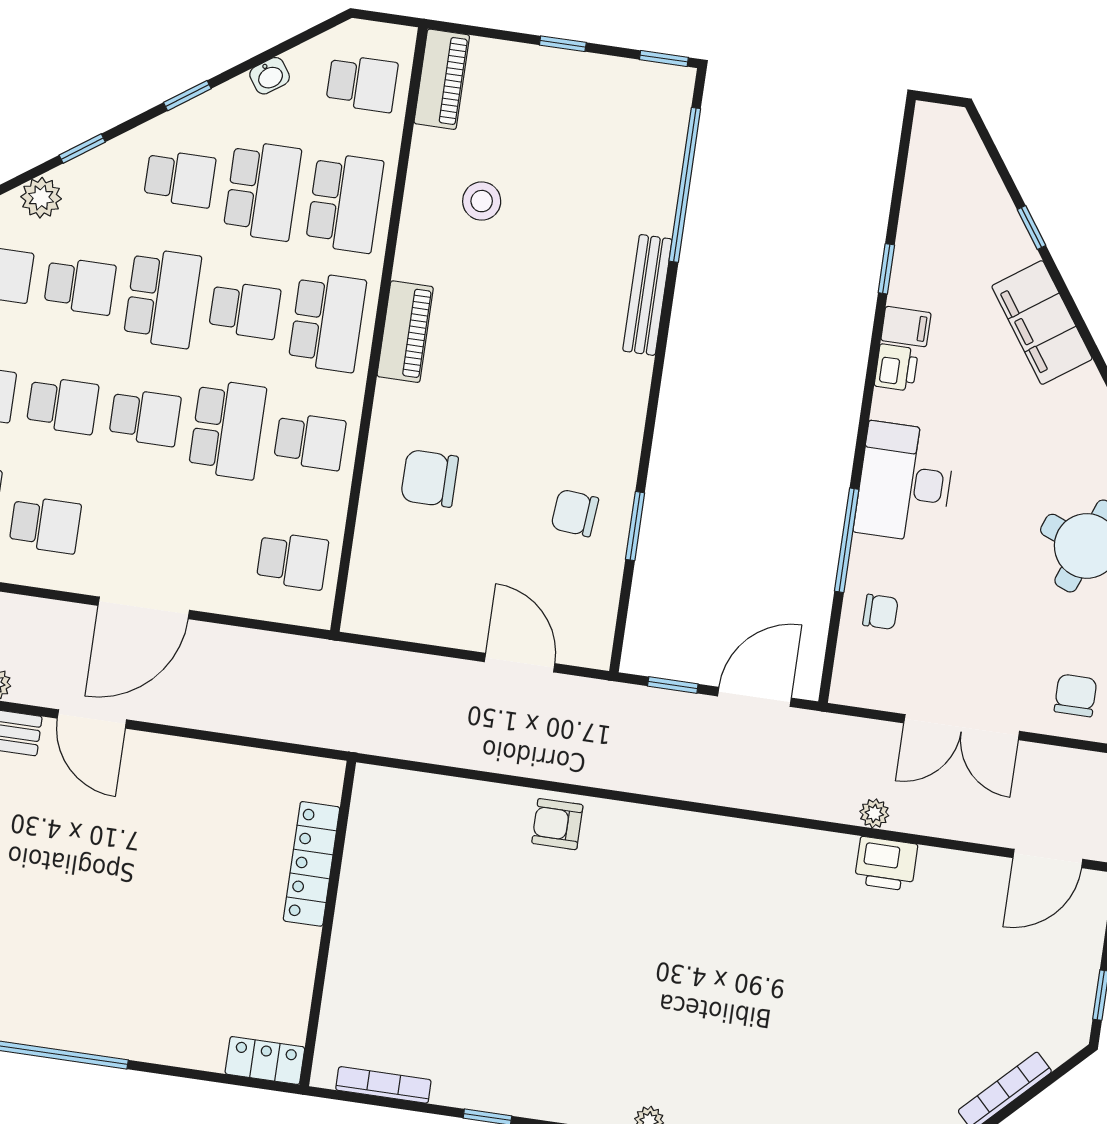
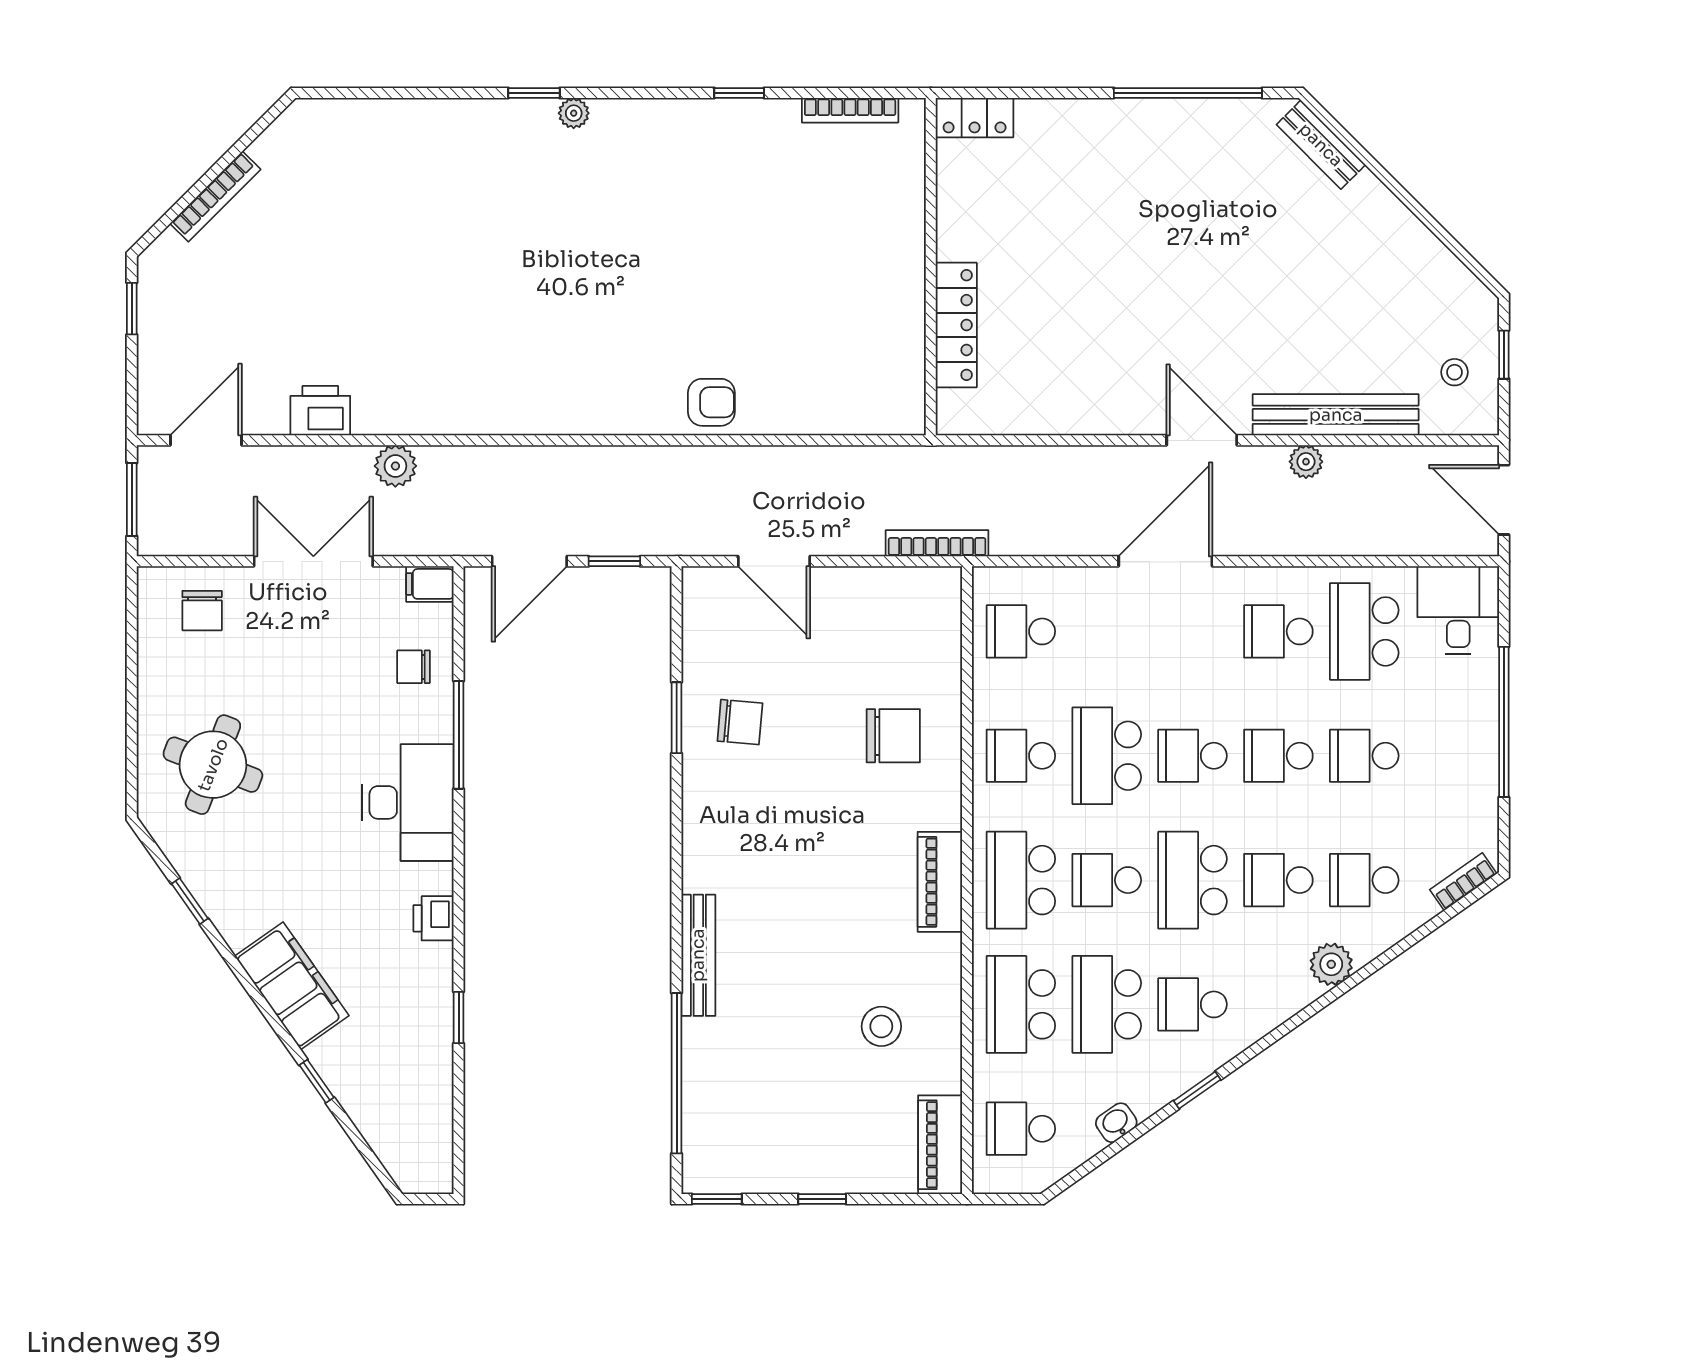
window: (82, 149) -> (1297, 1020), removed
filing cabinet: (906, 327) -> (430, 584), moved
bookcase: (360, 657) -> (937, 543), added
plant: (874, 813) -> (395, 466), width x1.38, depth x1.38
printer: (886, 864) -> (320, 411), moved

